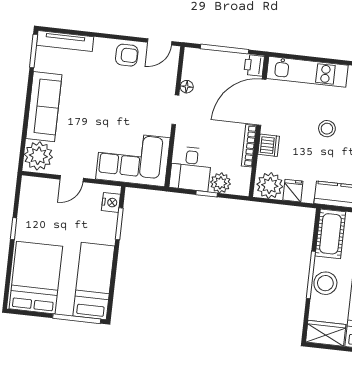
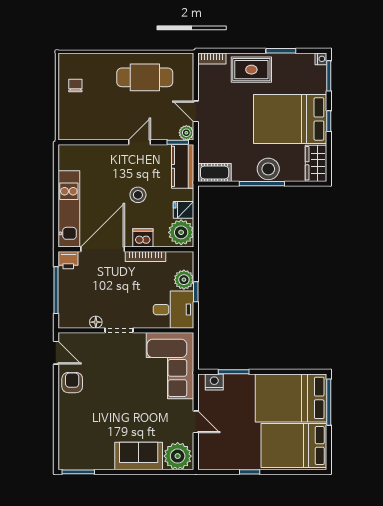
tv unit: (65, 41) -> (65, 443), removed
door: (261, 102) -> (103, 249), swing flipped
sofa: (44, 107) -> (139, 456), width x0.73
stool: (327, 129) -> (138, 195), moved
cot: (330, 234) -> (215, 172), width x0.73, depth x0.75
bed: (94, 281) -> (291, 398), width x1.50

